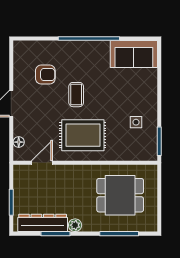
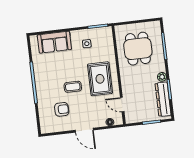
sofa: (134, 54) -> (54, 42), moved, turned 90
armchair: (45, 75) -> (62, 109), turned 90

